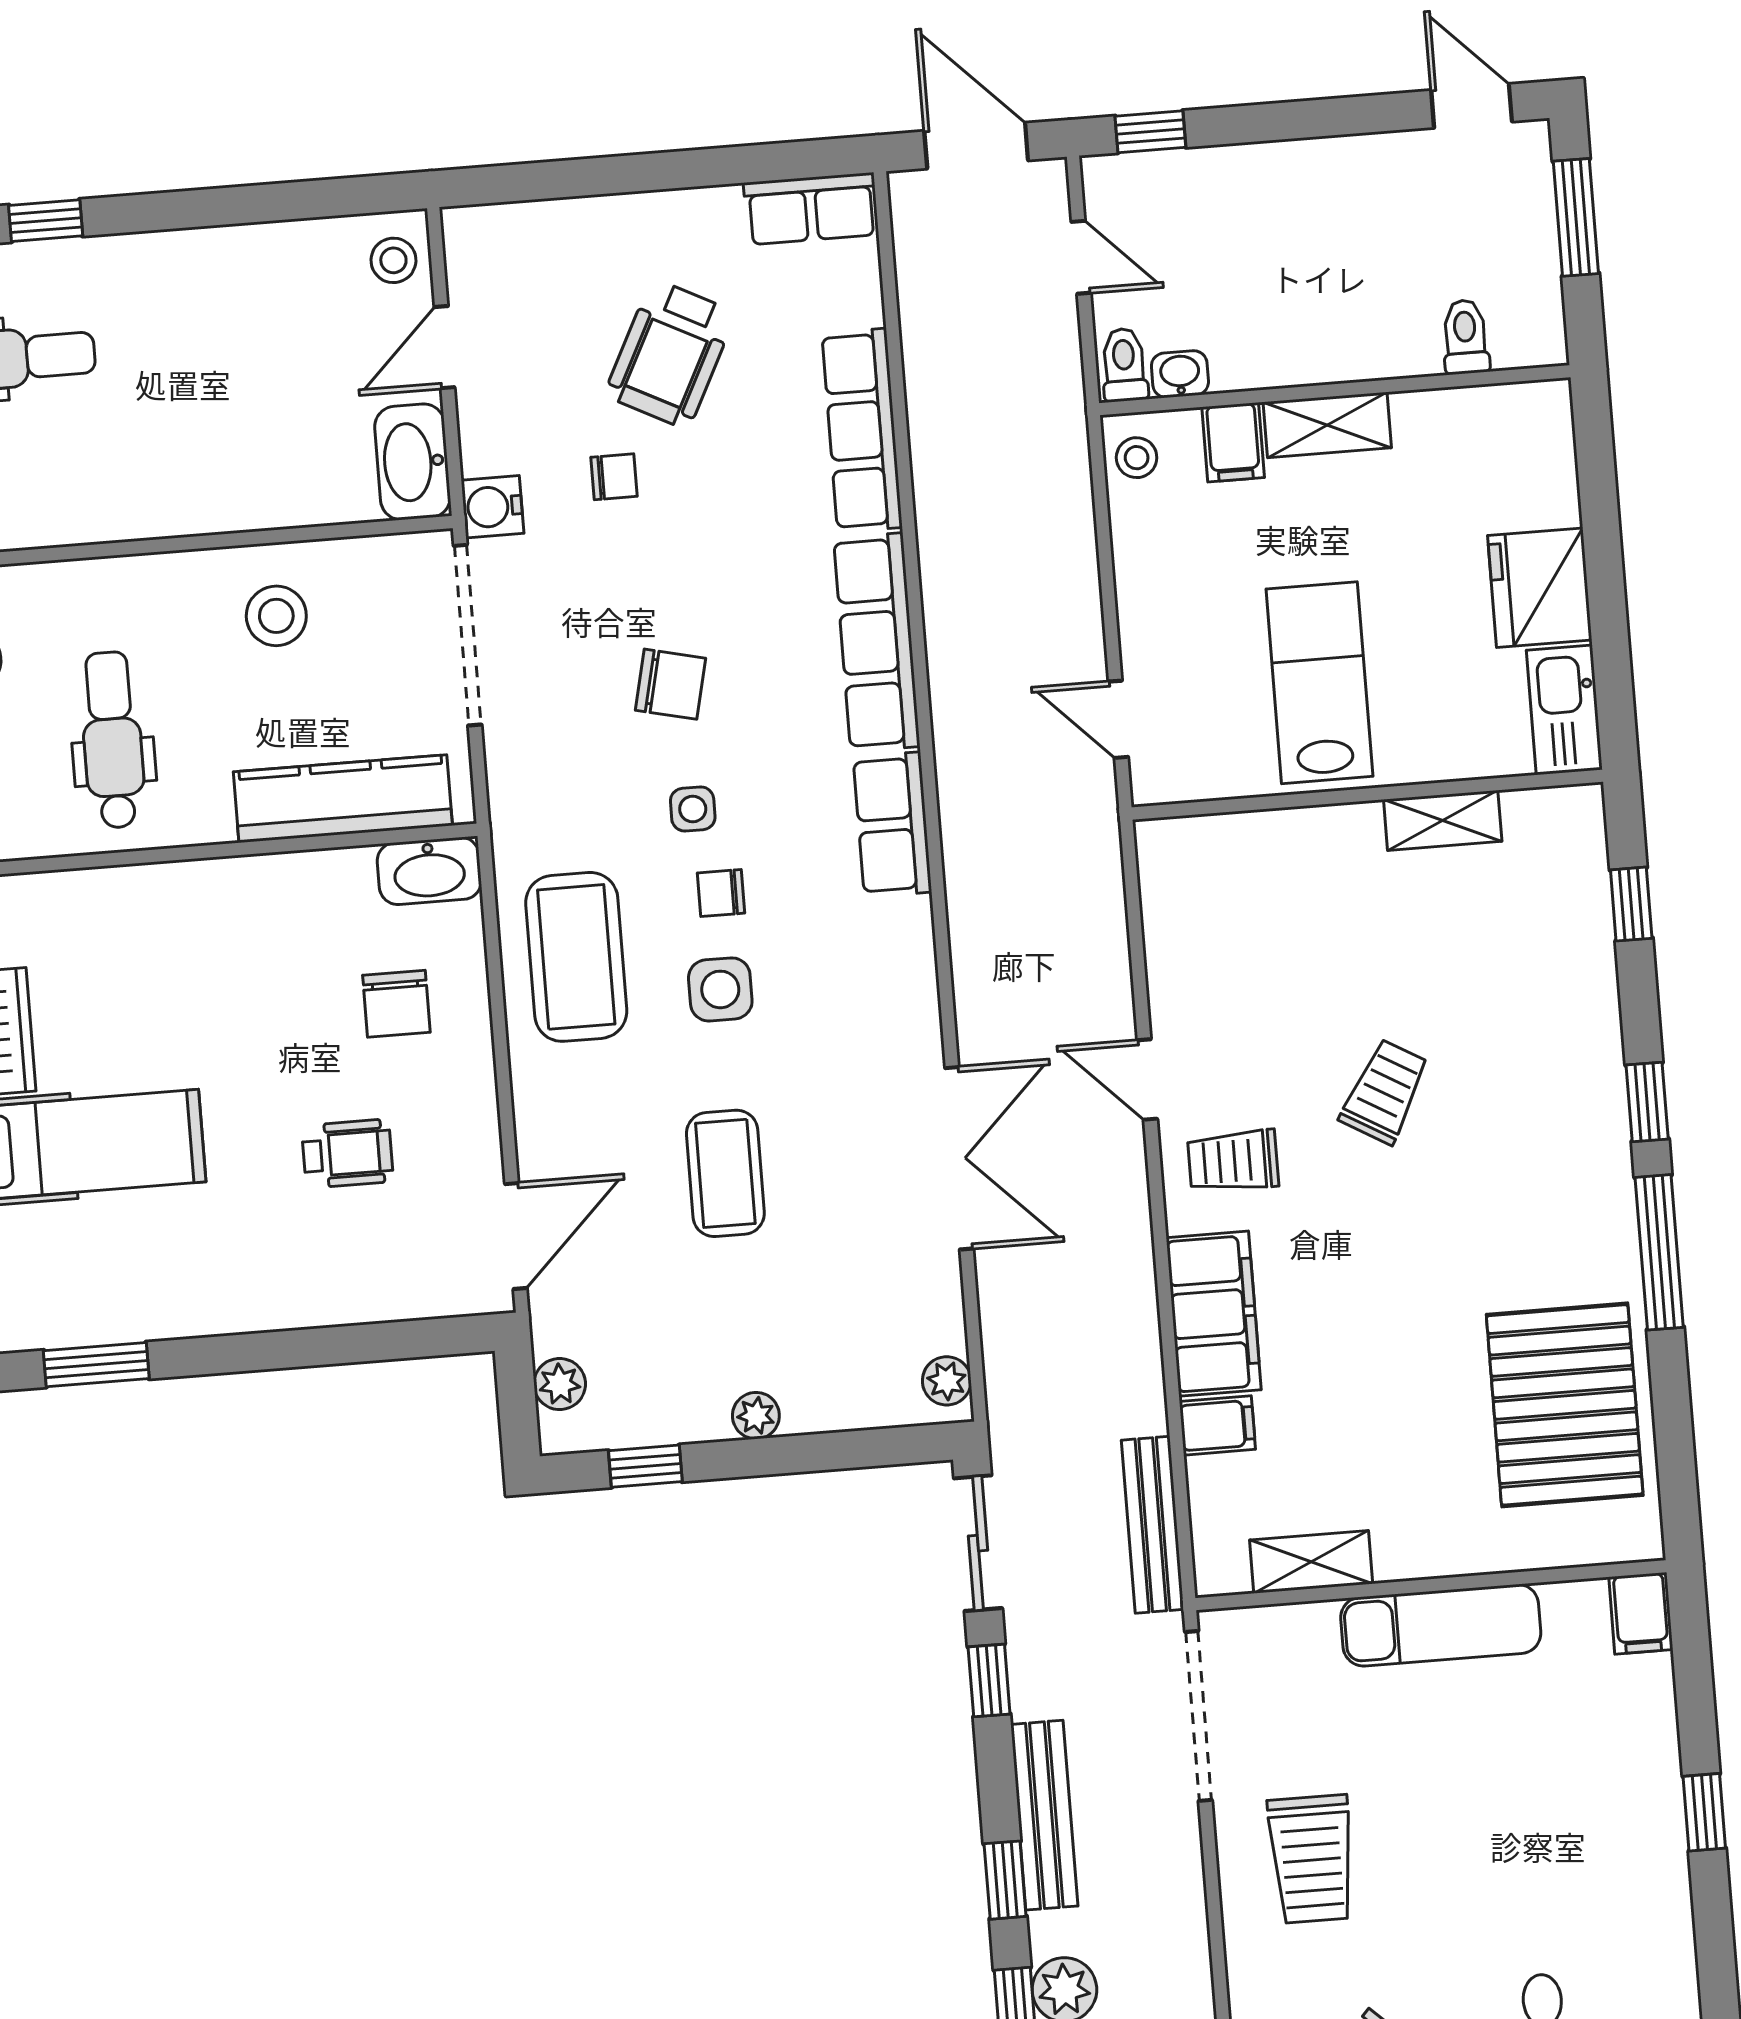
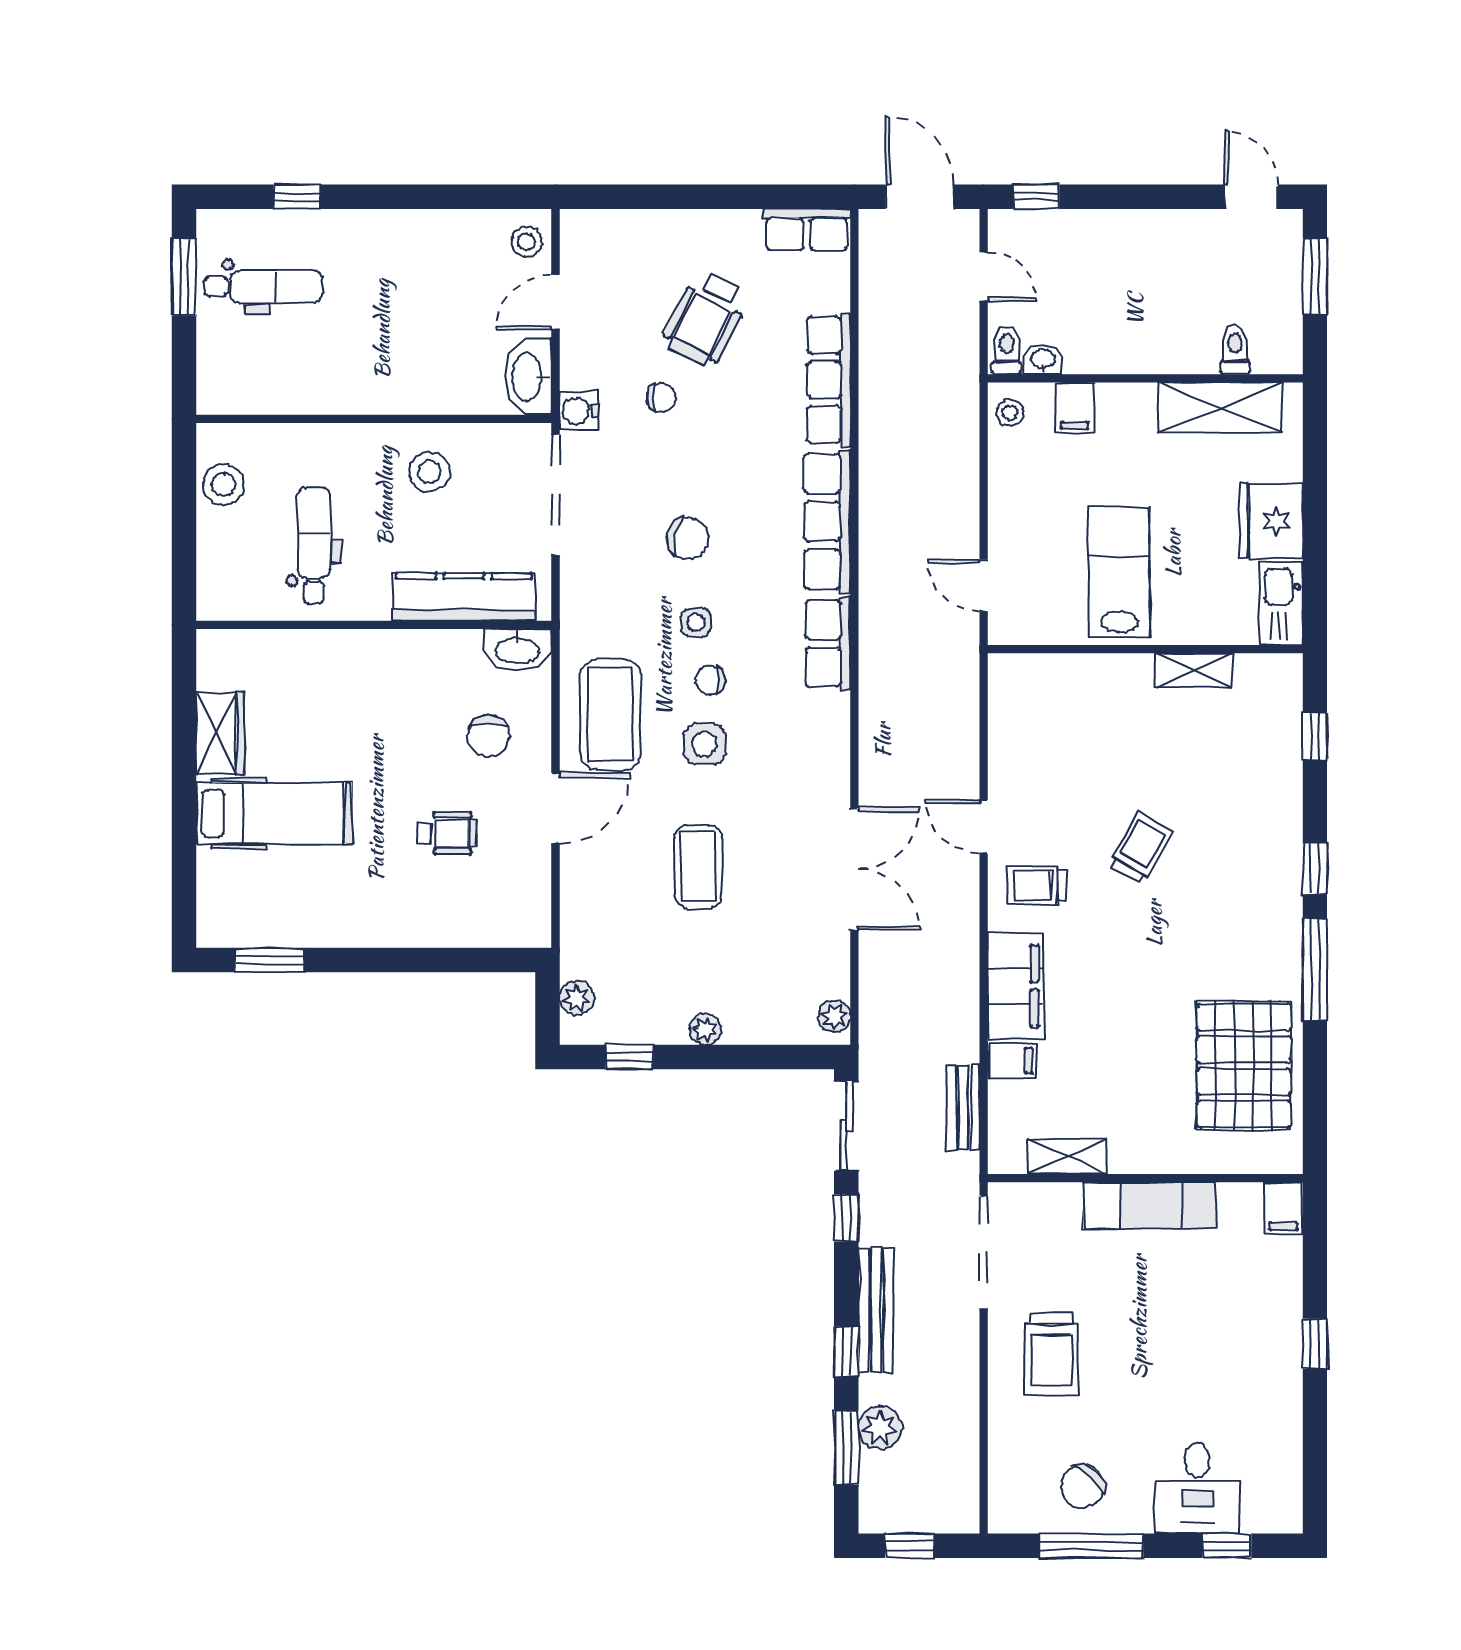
shelving: (1327, 425) -> (1220, 407), moved, width x1.50, depth x1.33
door: (516, 1236) -> (556, 808), moved
bench: (1153, 1525) -> (963, 1108), width x0.73

